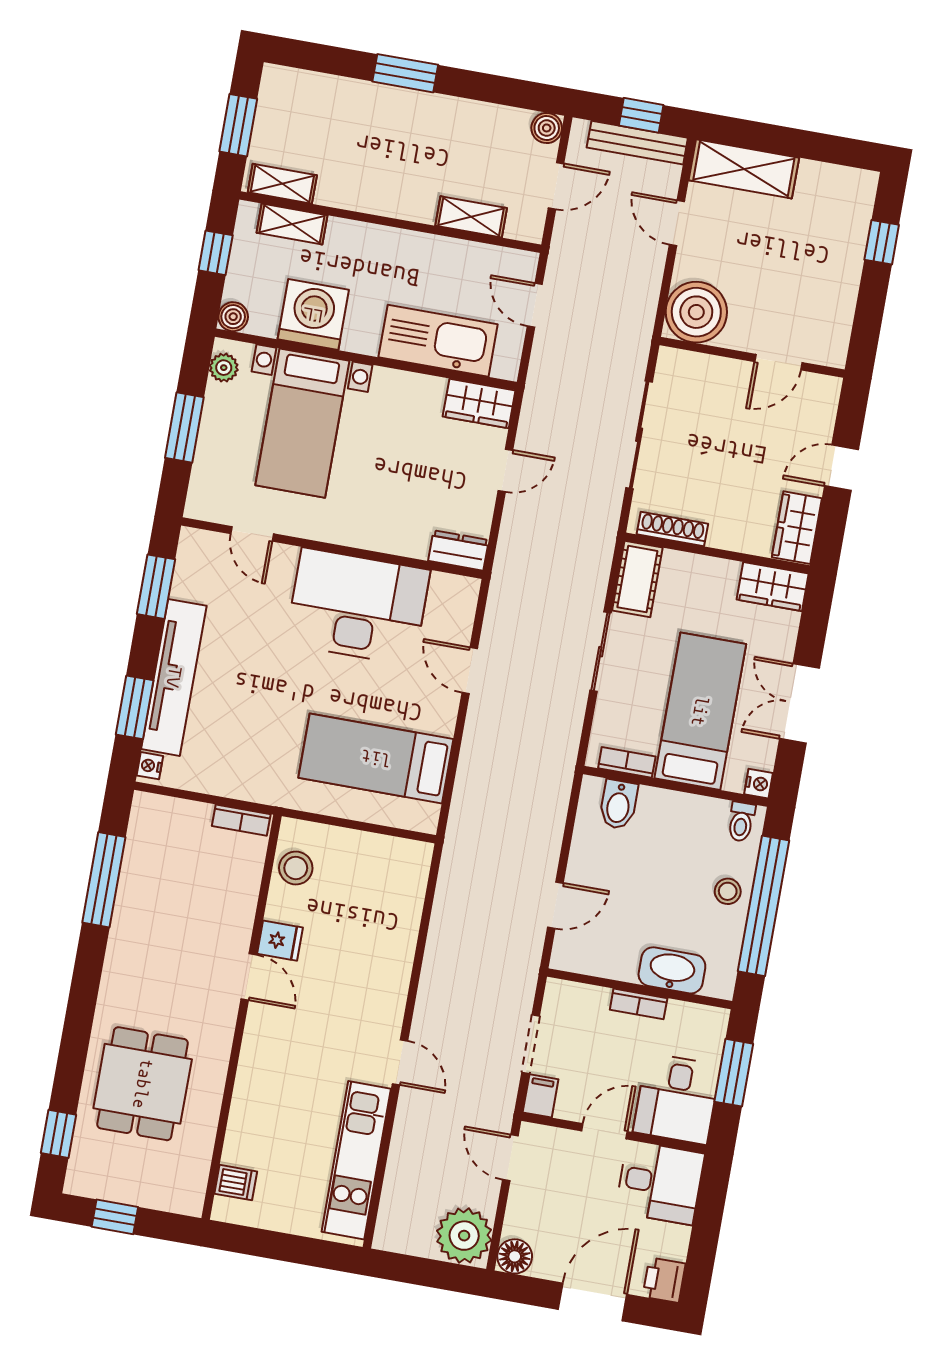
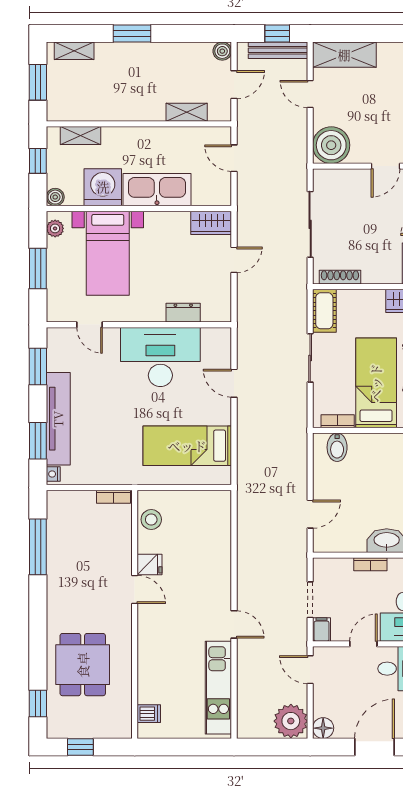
shelving: (282, 184) -> (74, 51), moved
kitchen sink: (438, 341) -> (157, 190), moved
dresser: (458, 550) -> (183, 313), moved

